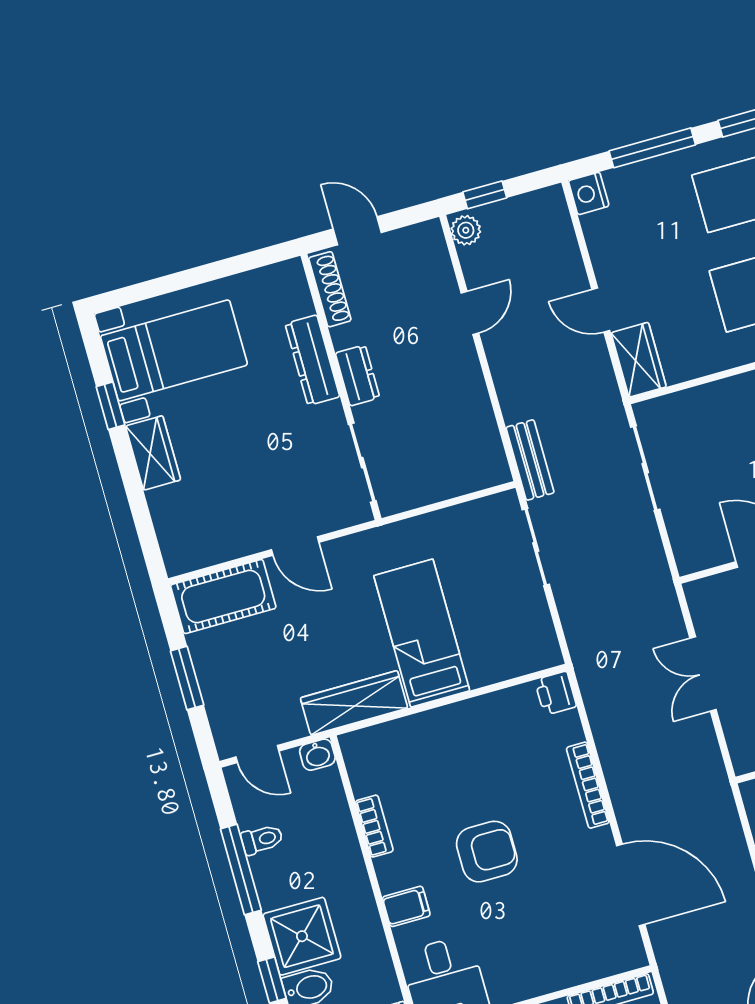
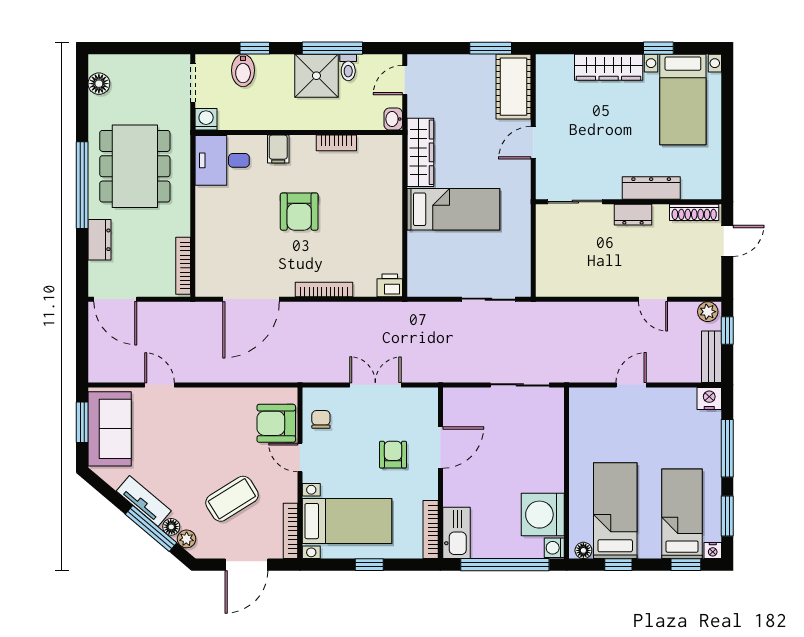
wardrobe: (639, 360) -> (592, 401), removed
wardrobe: (153, 453) -> (609, 67), width x1.50
bench: (530, 460) -> (711, 357), moved, turned 90
window: (187, 678) -> (491, 48), moved
shower: (302, 936) -> (316, 76), moved

